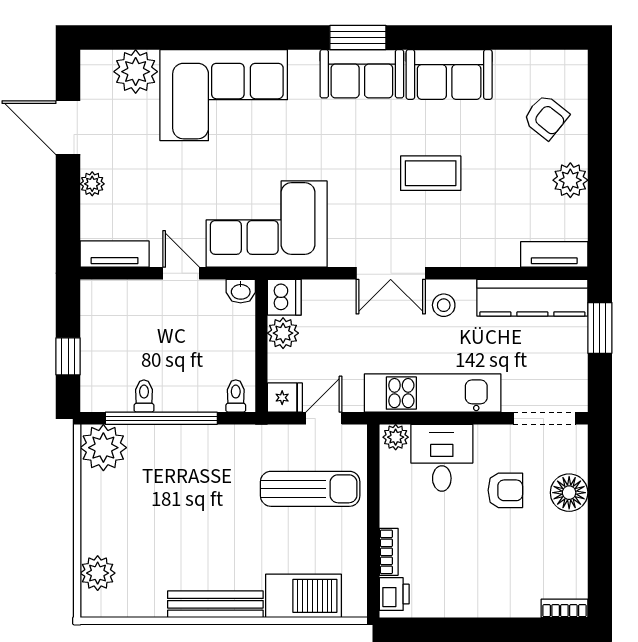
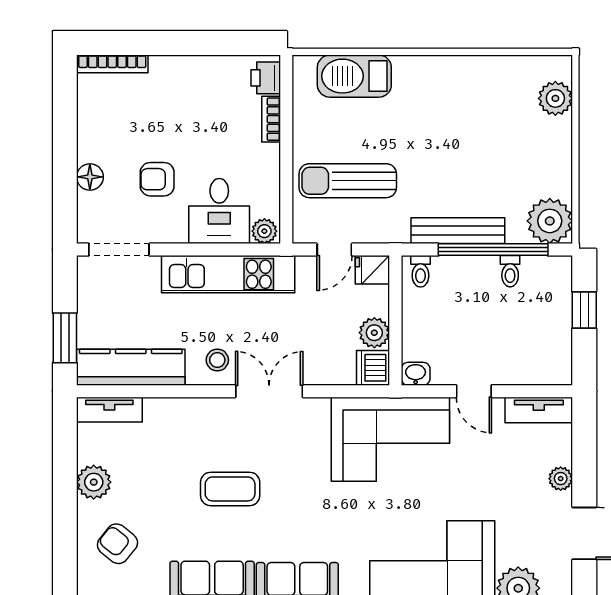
floor lamp: (569, 493) -> (90, 177), width x0.73, depth x0.73
bench: (215, 604) -> (458, 231), moved
bookcase: (564, 608) -> (112, 64), width x1.56

